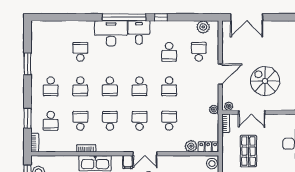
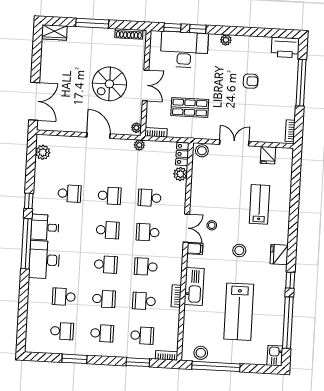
school desk: (199, 52) -> (62, 331), moved, turned 180
double door: (252, 112) -> (146, 85), moved

